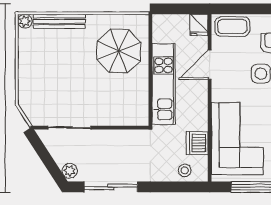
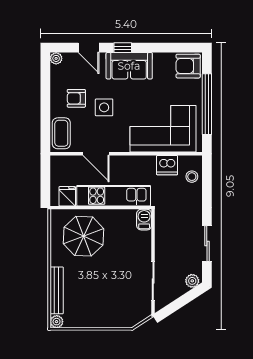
fridge: (199, 25) -> (67, 196), moved, turned -90
barbecue: (137, 118) -> (144, 220), added
sliding door: (111, 187) -> (207, 244), width x0.73

